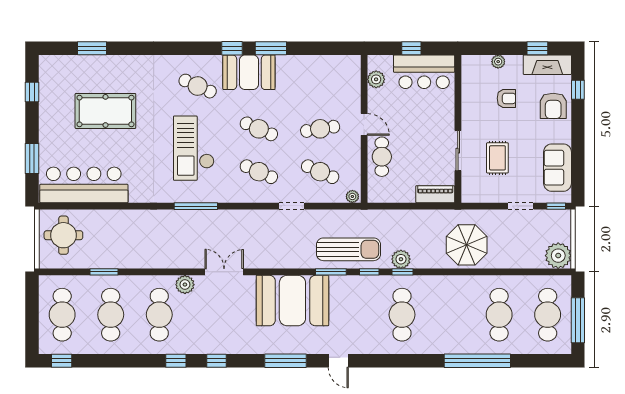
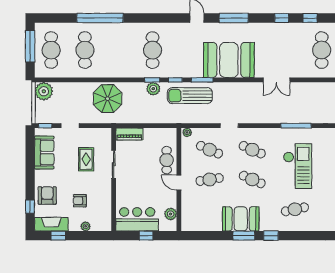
booth: (249, 72) -> (241, 219), moved
cafe table: (198, 86) -> (295, 209), turned -36
plant: (185, 285) -> (304, 71), removed

